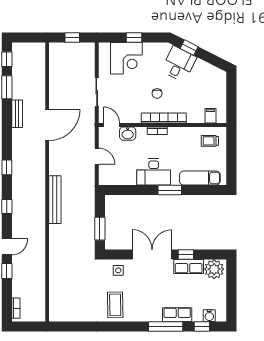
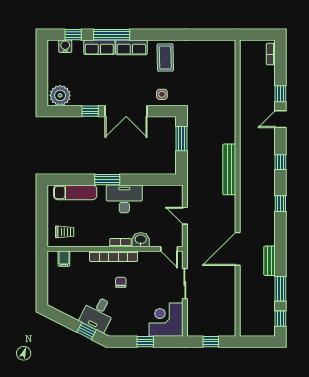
corner desk: (126, 58) -> (166, 320), moved
washbasin: (128, 134) -> (141, 240), moved
row of seats: (189, 267) -> (131, 47), moved, turned 180

